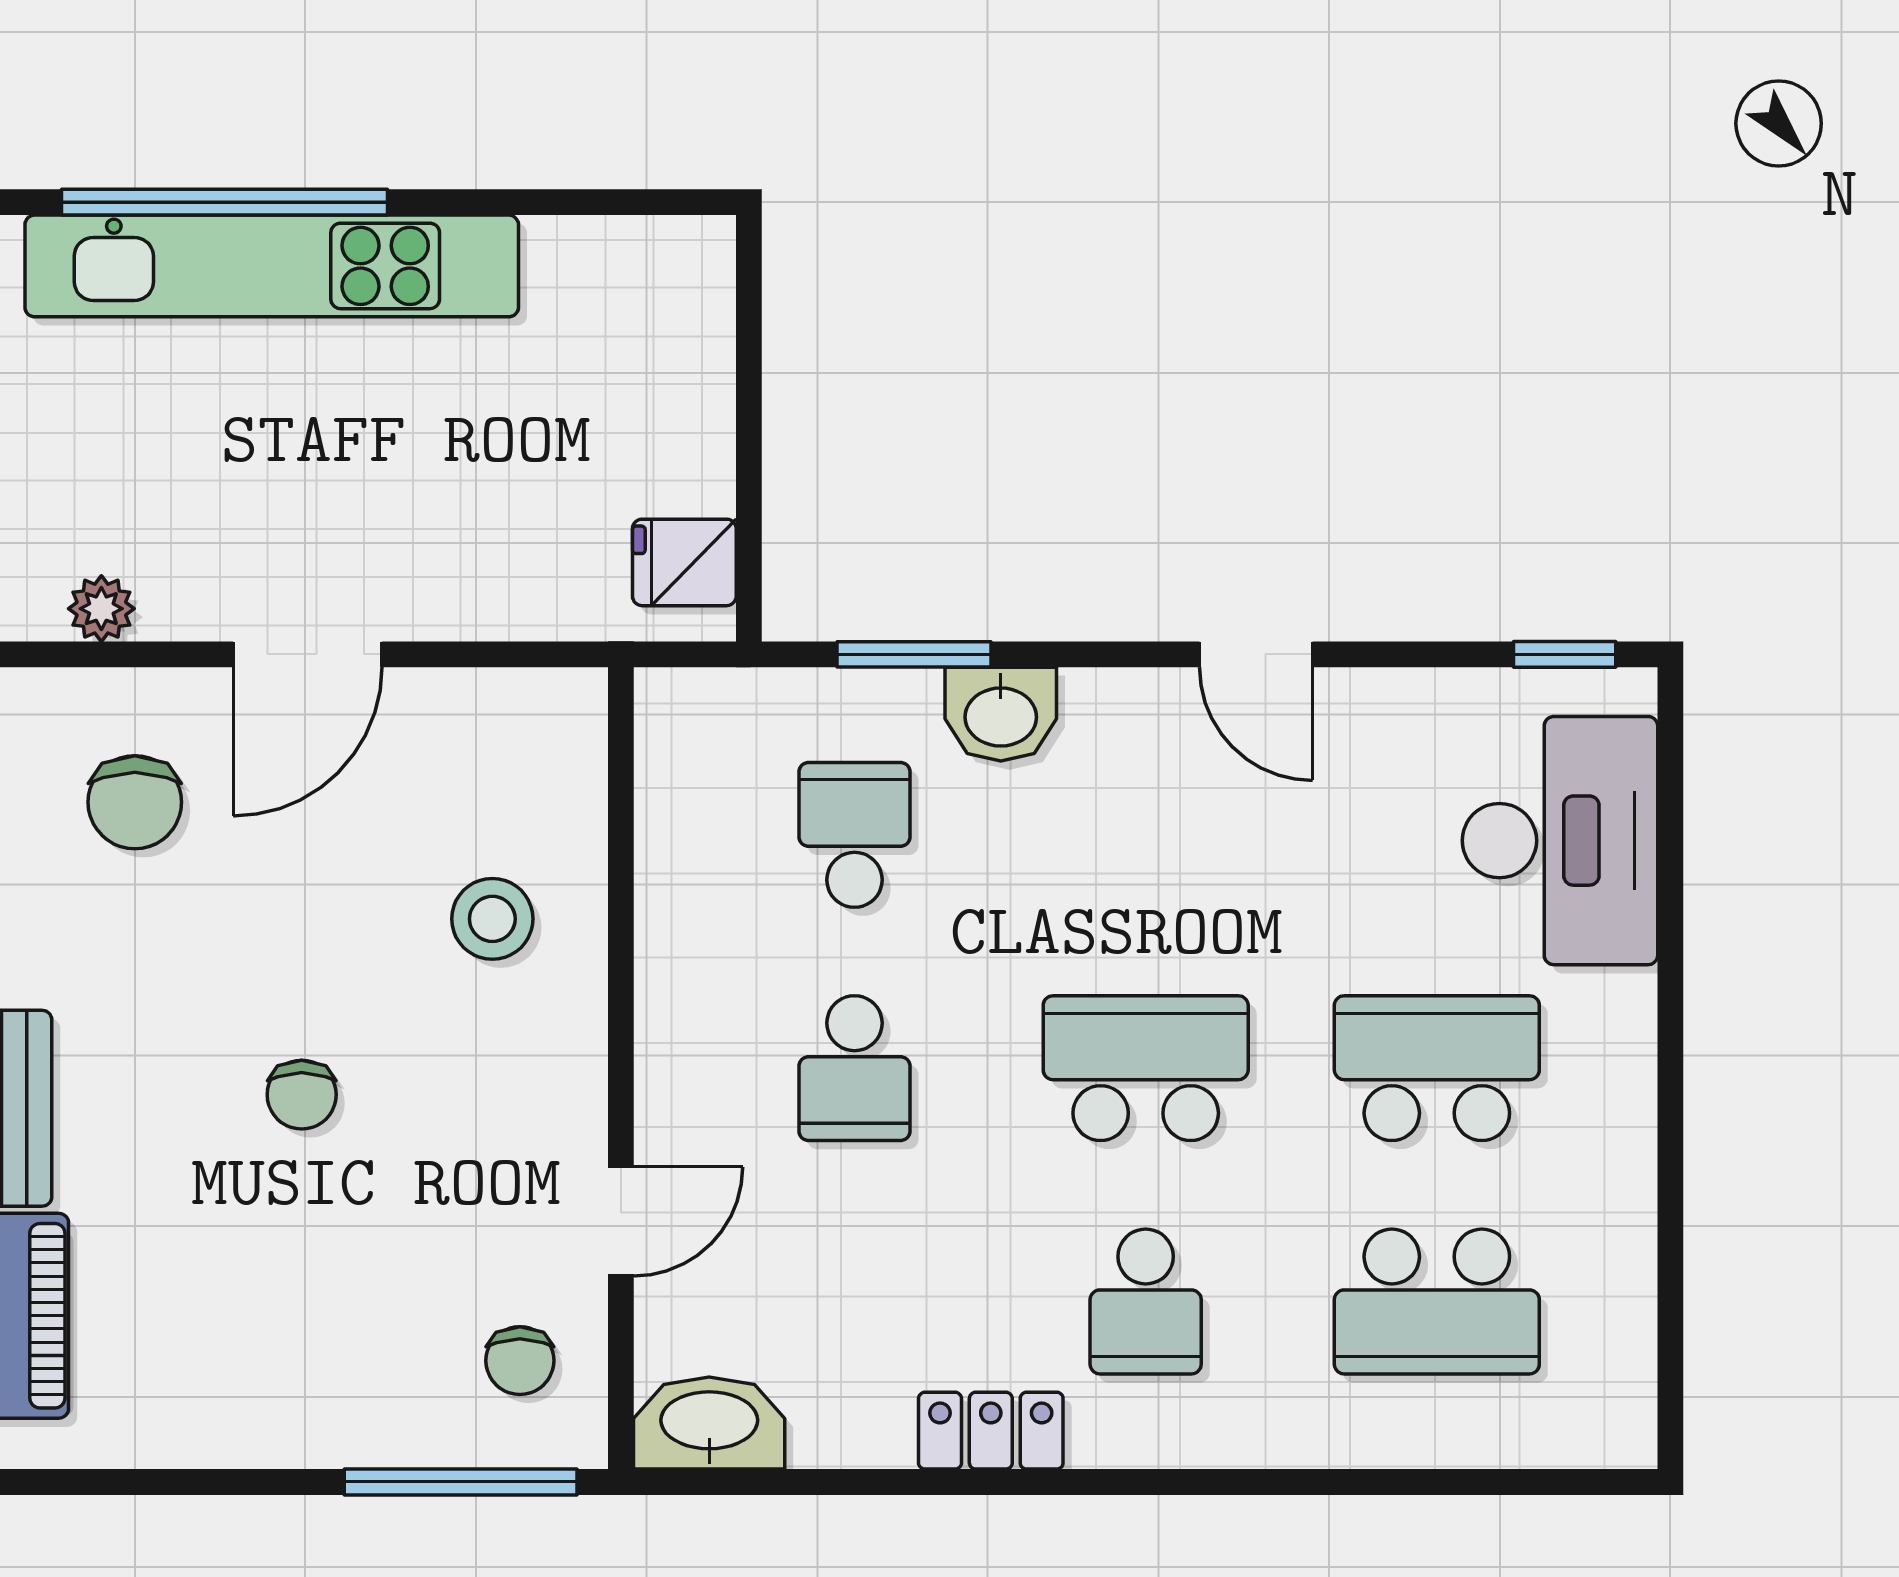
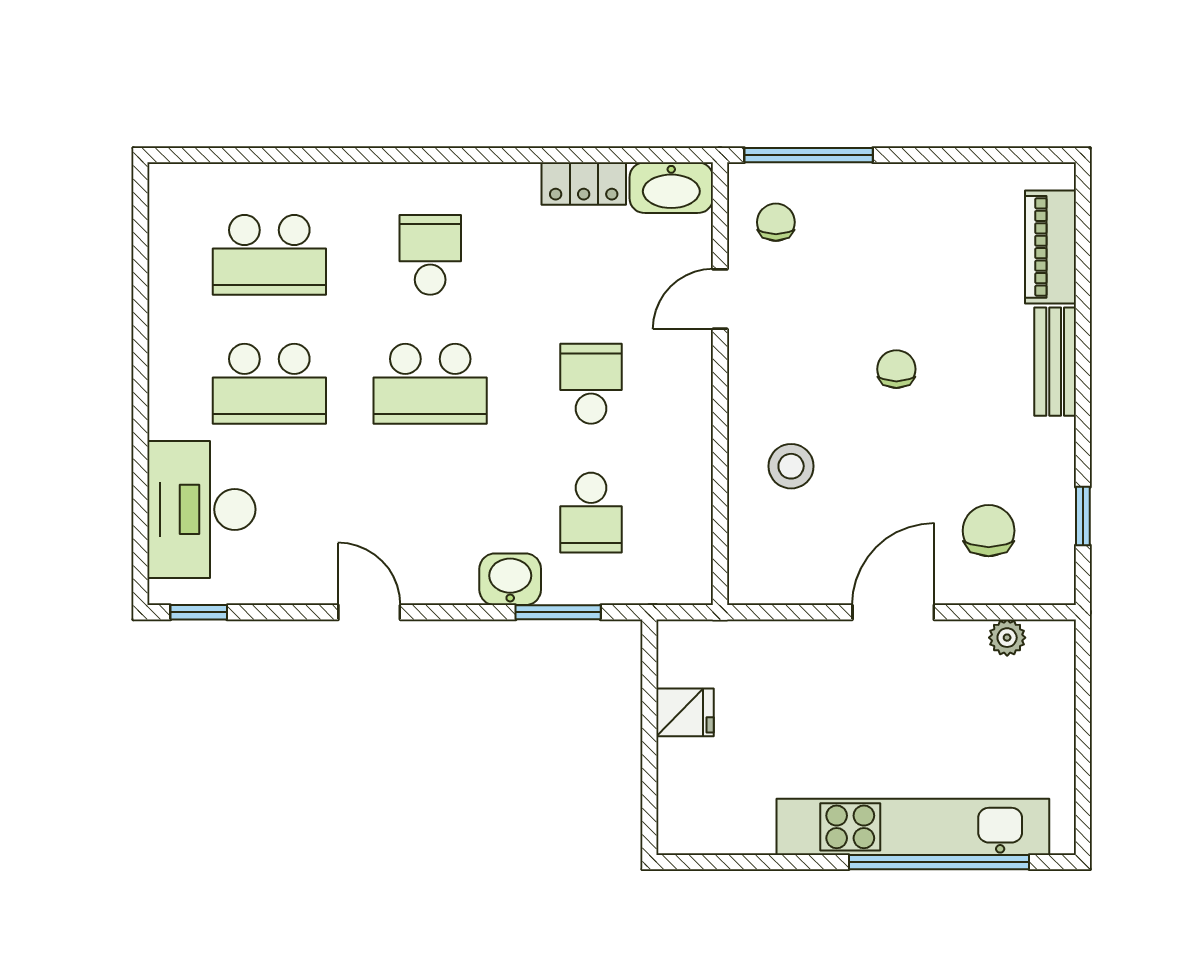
fridge: (684, 562) -> (685, 712), moved
school desk: (1437, 1301) -> (269, 255), turned 180
locker: (991, 1431) -> (584, 184), moved

